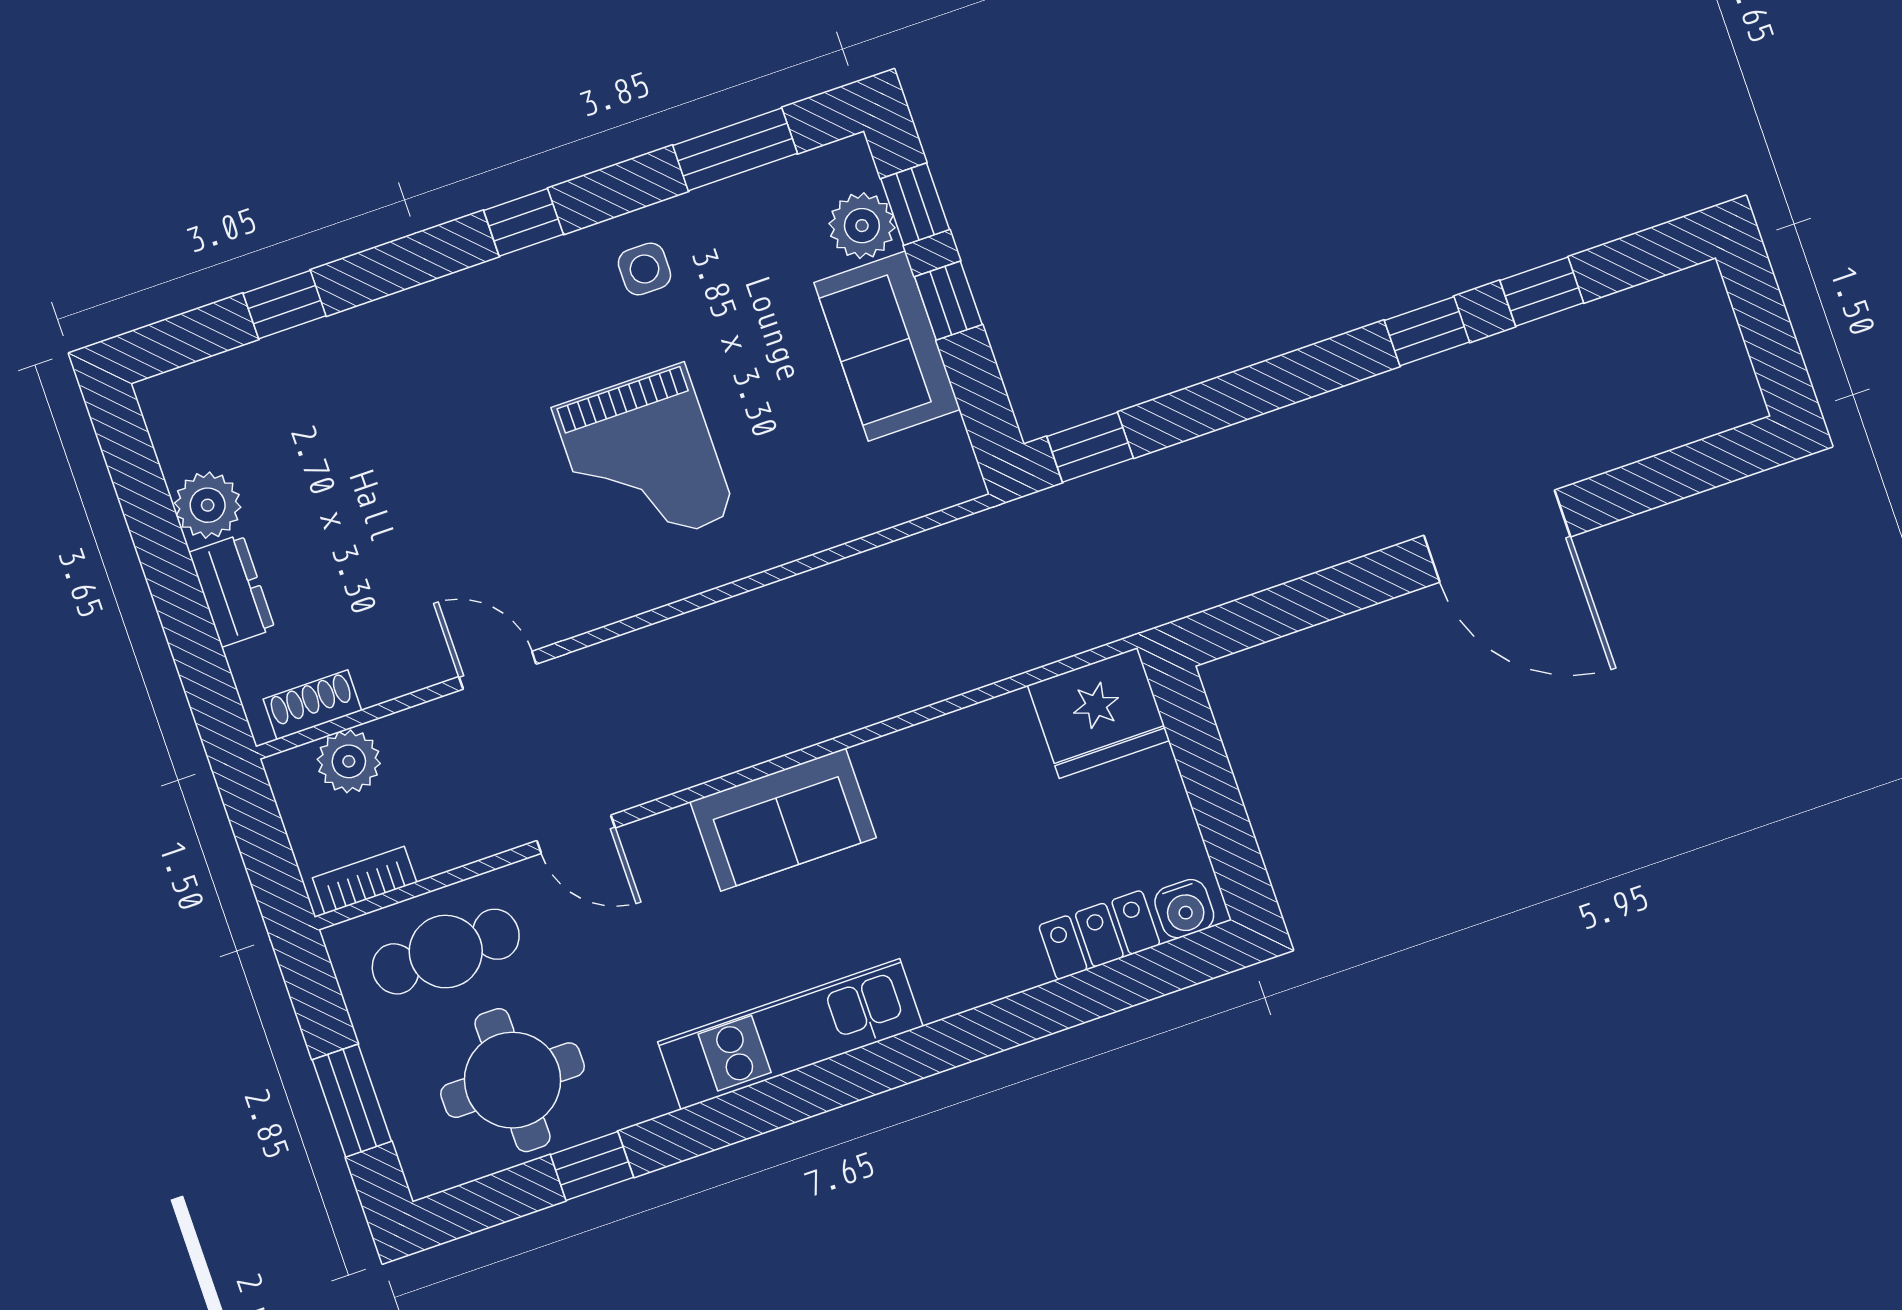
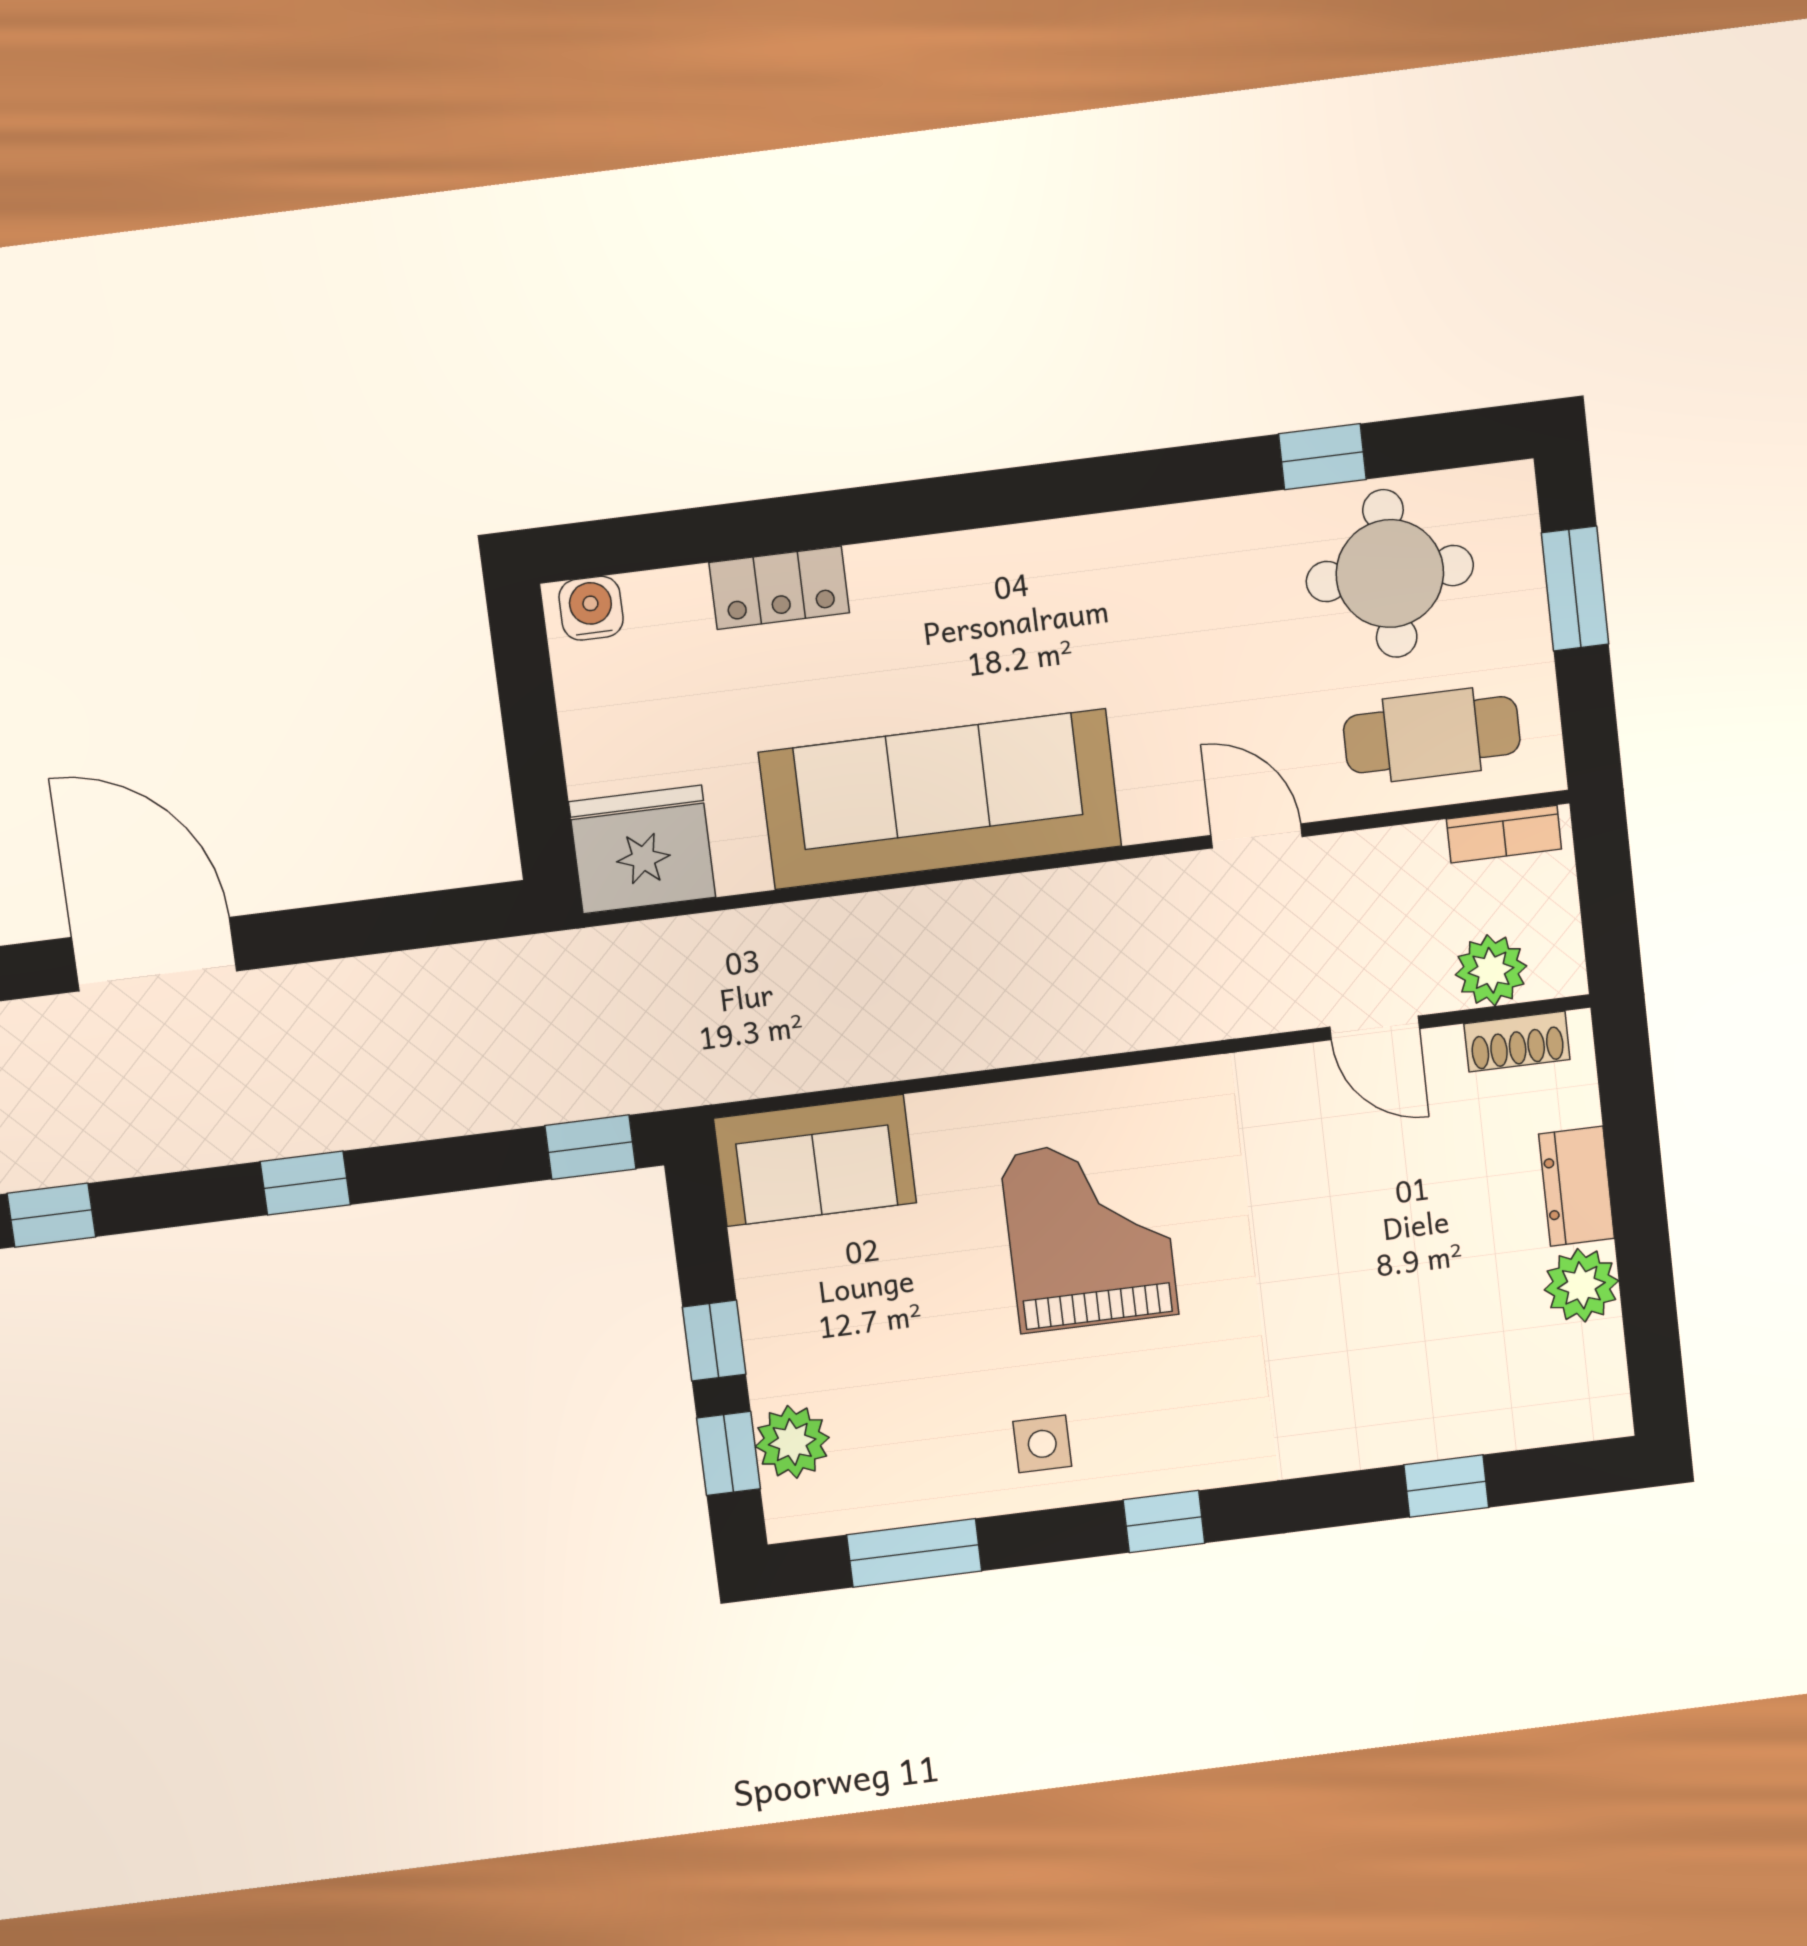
window: (1427, 331) -> (305, 1183), moved
sofa: (887, 346) -> (815, 1160), moved, turned 90
door: (498, 670) -> (1375, 1028), moved
sofa: (783, 820) -> (940, 799), width x1.85, depth x1.27
locker: (1099, 935) -> (779, 588), moved
kitchen unit: (790, 1034) -> (1066, 560), removed

